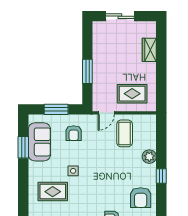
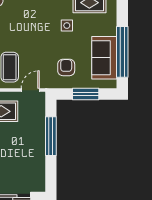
window: (87, 71) -> (51, 136), width x1.44
window: (23, 147) -> (122, 52), width x2.11

